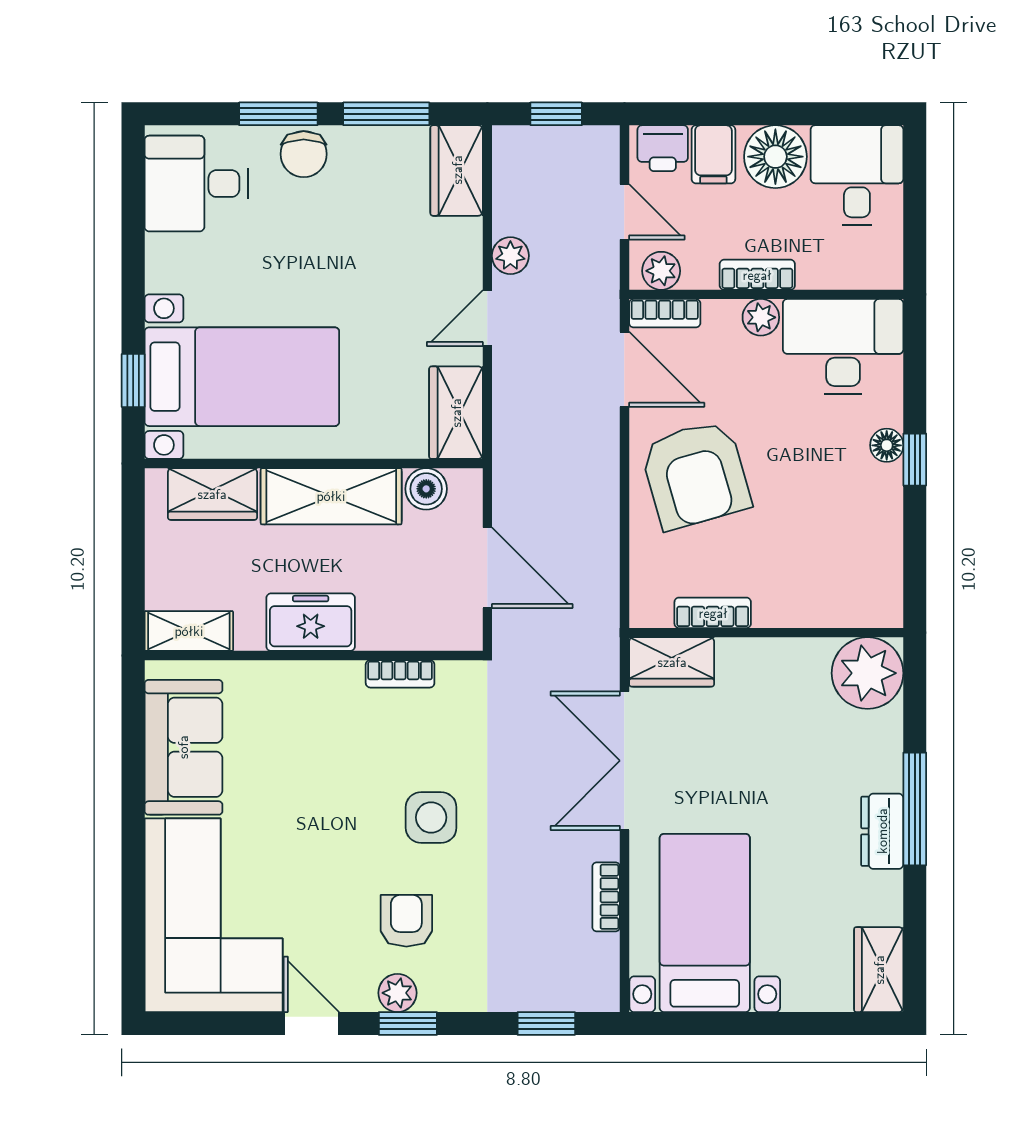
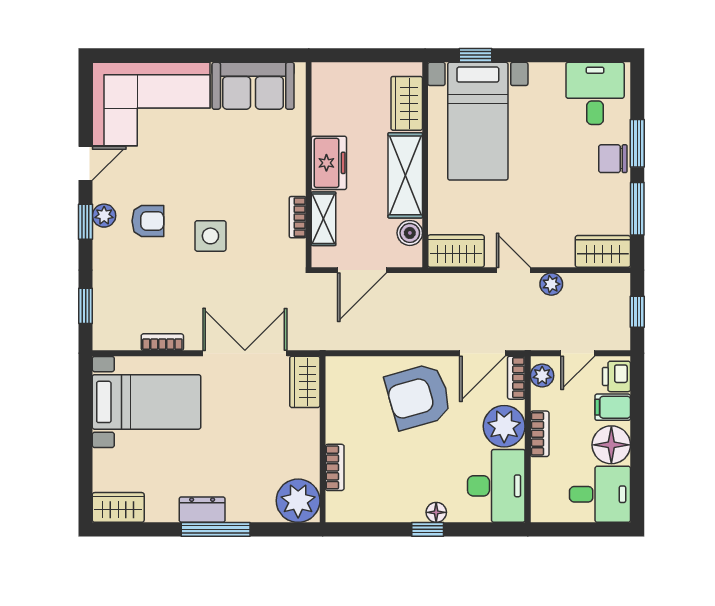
plant: (761, 317) -> (504, 426), width x1.88, depth x1.88
bookcase: (713, 613) -> (335, 467), moved
shelving: (189, 631) -> (324, 219), moved

